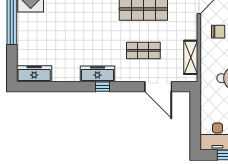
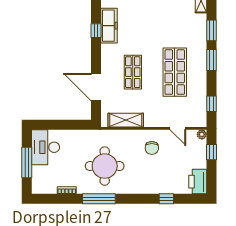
door: (158, 87) -> (96, 87), hinge flipped

